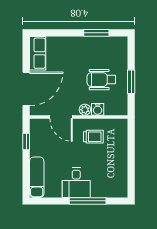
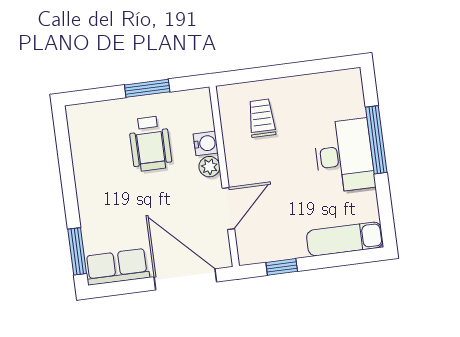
window: (96, 33) -> (77, 251), moved
trolley: (93, 137) -> (262, 118), moved
desk: (76, 183) -> (344, 156), width x1.37

